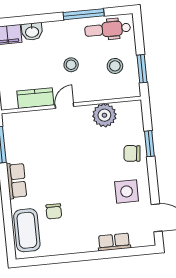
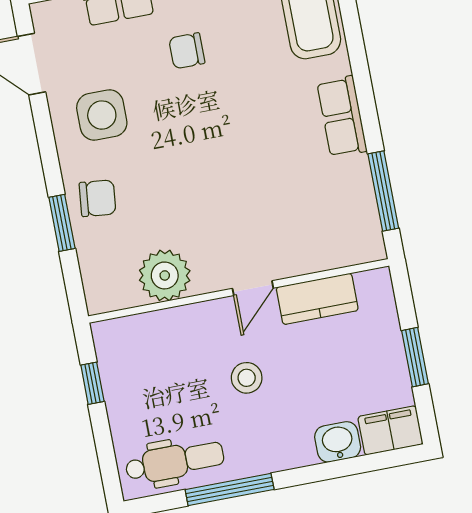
stool: (115, 66) -> (152, 384), removed
window: (142, 69) -> (92, 383), width x0.67
chair: (54, 211) -> (187, 51), moved, turned -90

